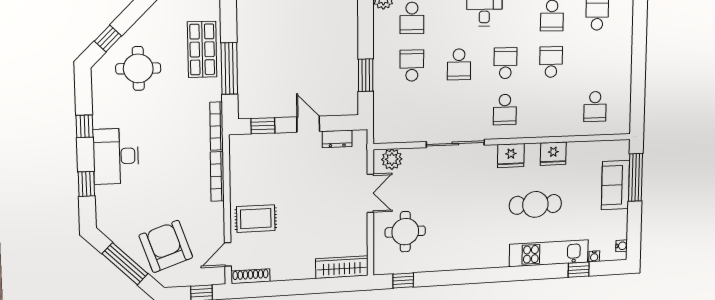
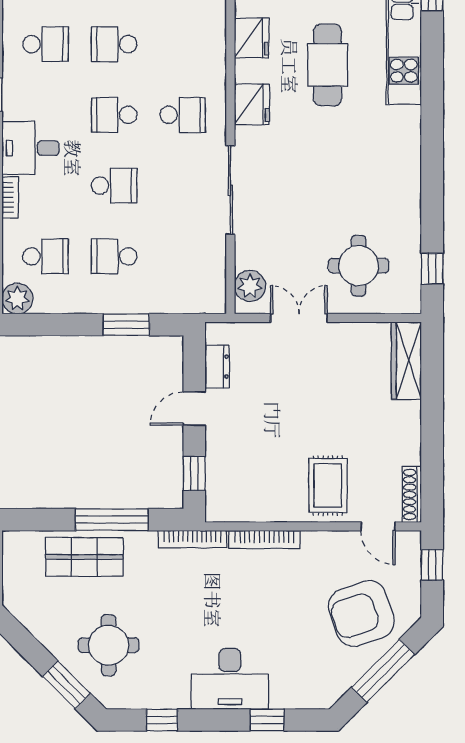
window: (108, 38) -> (67, 685), width x1.50
window: (84, 126) -> (162, 720), moved

